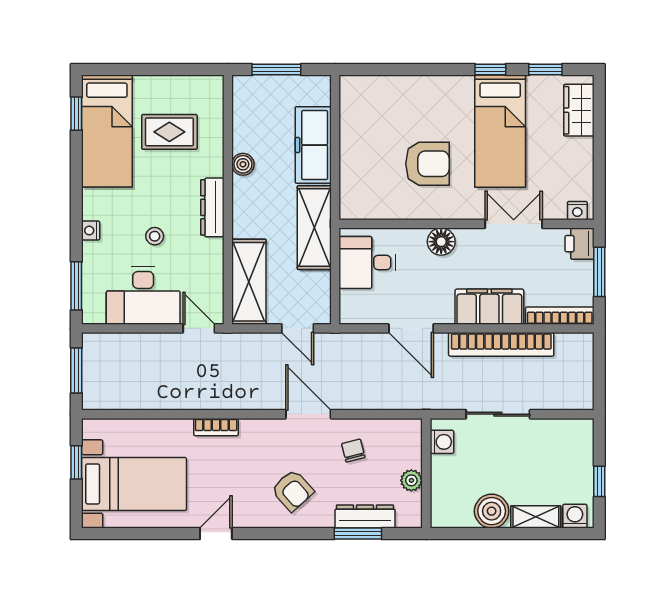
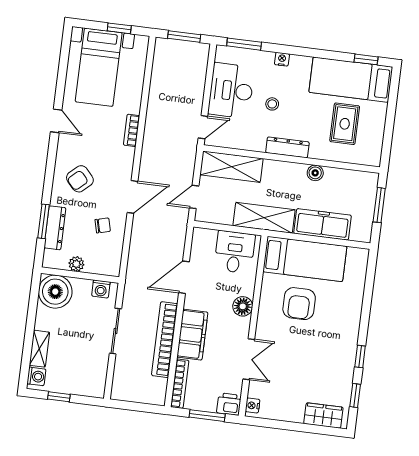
bed: (500, 131) -> (305, 259), moved, turned 180
boiler: (492, 511) -> (55, 292), moved, width x1.37, depth x1.37

